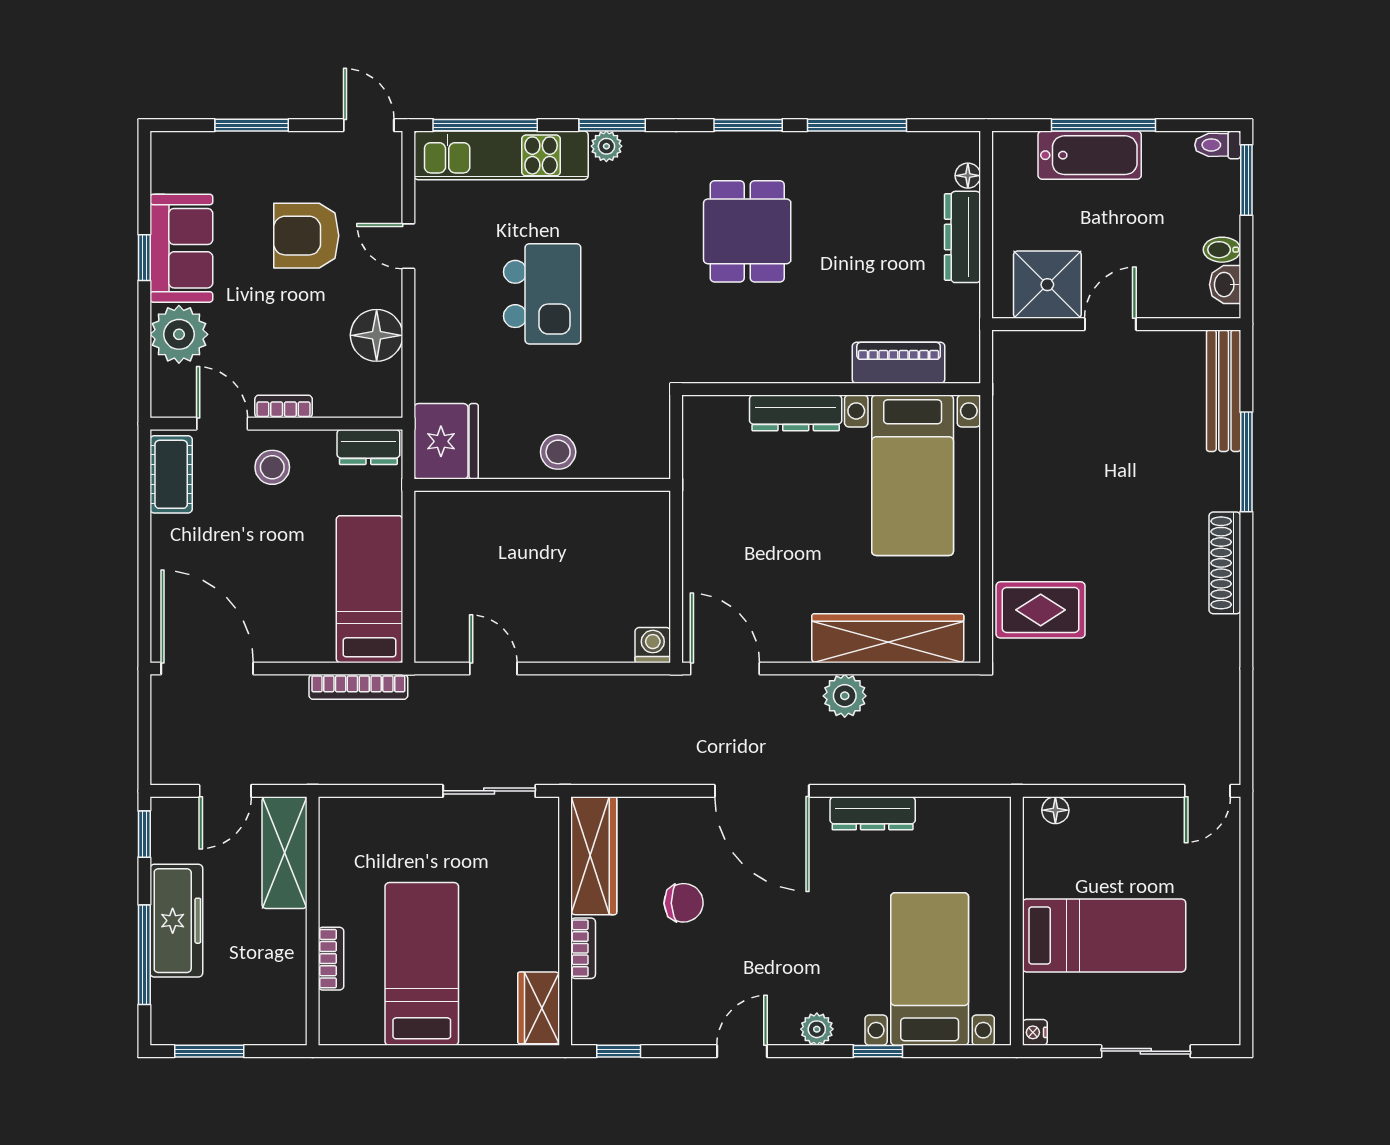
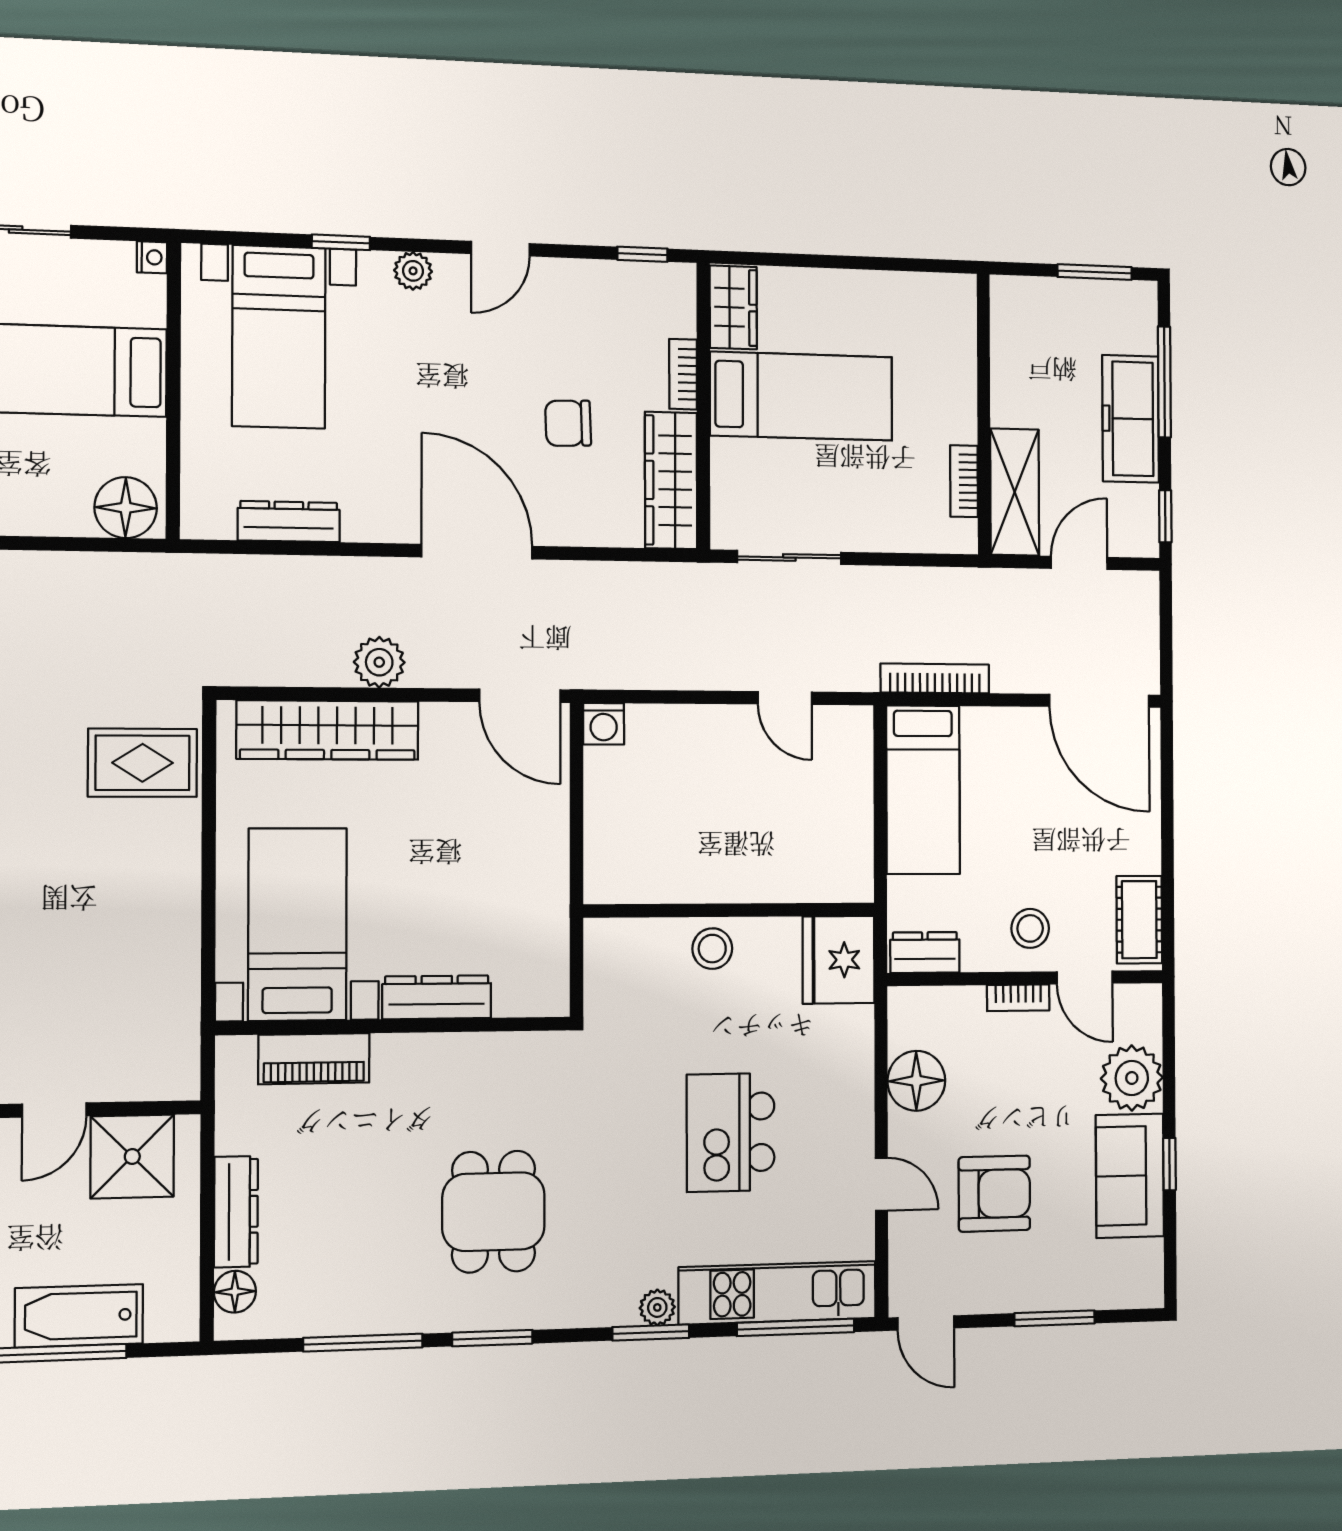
floor lamp: (968, 176) -> (235, 1292), width x1.37, depth x1.37
floor lamp: (1055, 810) -> (126, 508), width x1.89, depth x1.89
dresser: (873, 813) -> (289, 522), moved
bookcase: (331, 959) -> (964, 481), moved
bed: (422, 964) -> (801, 396), moved, turned -90

